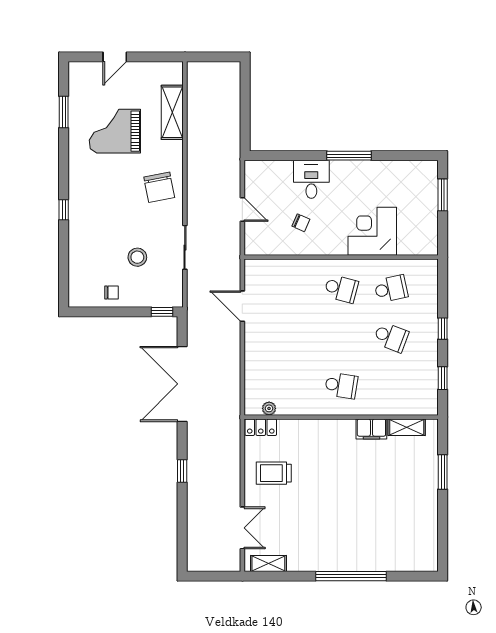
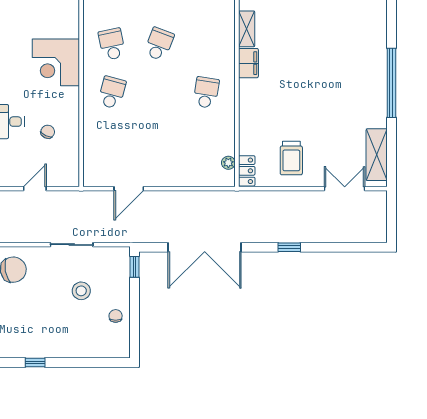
shelving: (268, 564) -> (377, 155), width x1.50, depth x1.33

